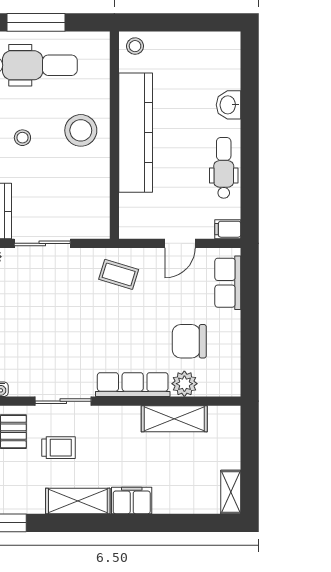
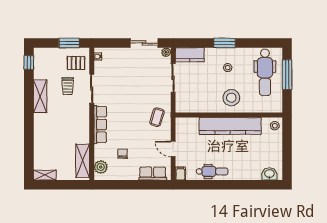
washbasin: (228, 105) -> (269, 174), moved
chair: (189, 341) -> (123, 154), width x0.54, depth x0.54
plant: (184, 384) -> (101, 167), moved
shelving: (174, 419) -> (83, 161), moved
filing cabinet: (132, 500) -> (40, 124), removed

